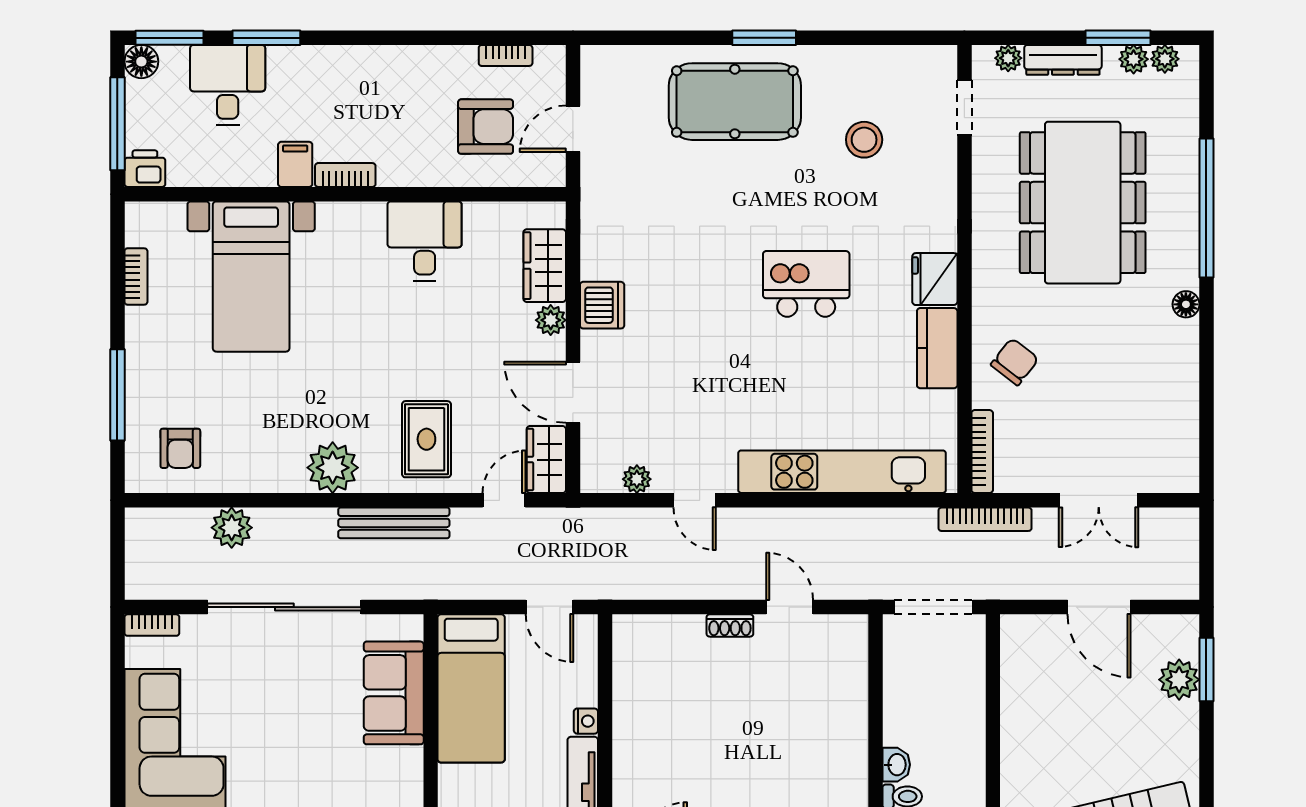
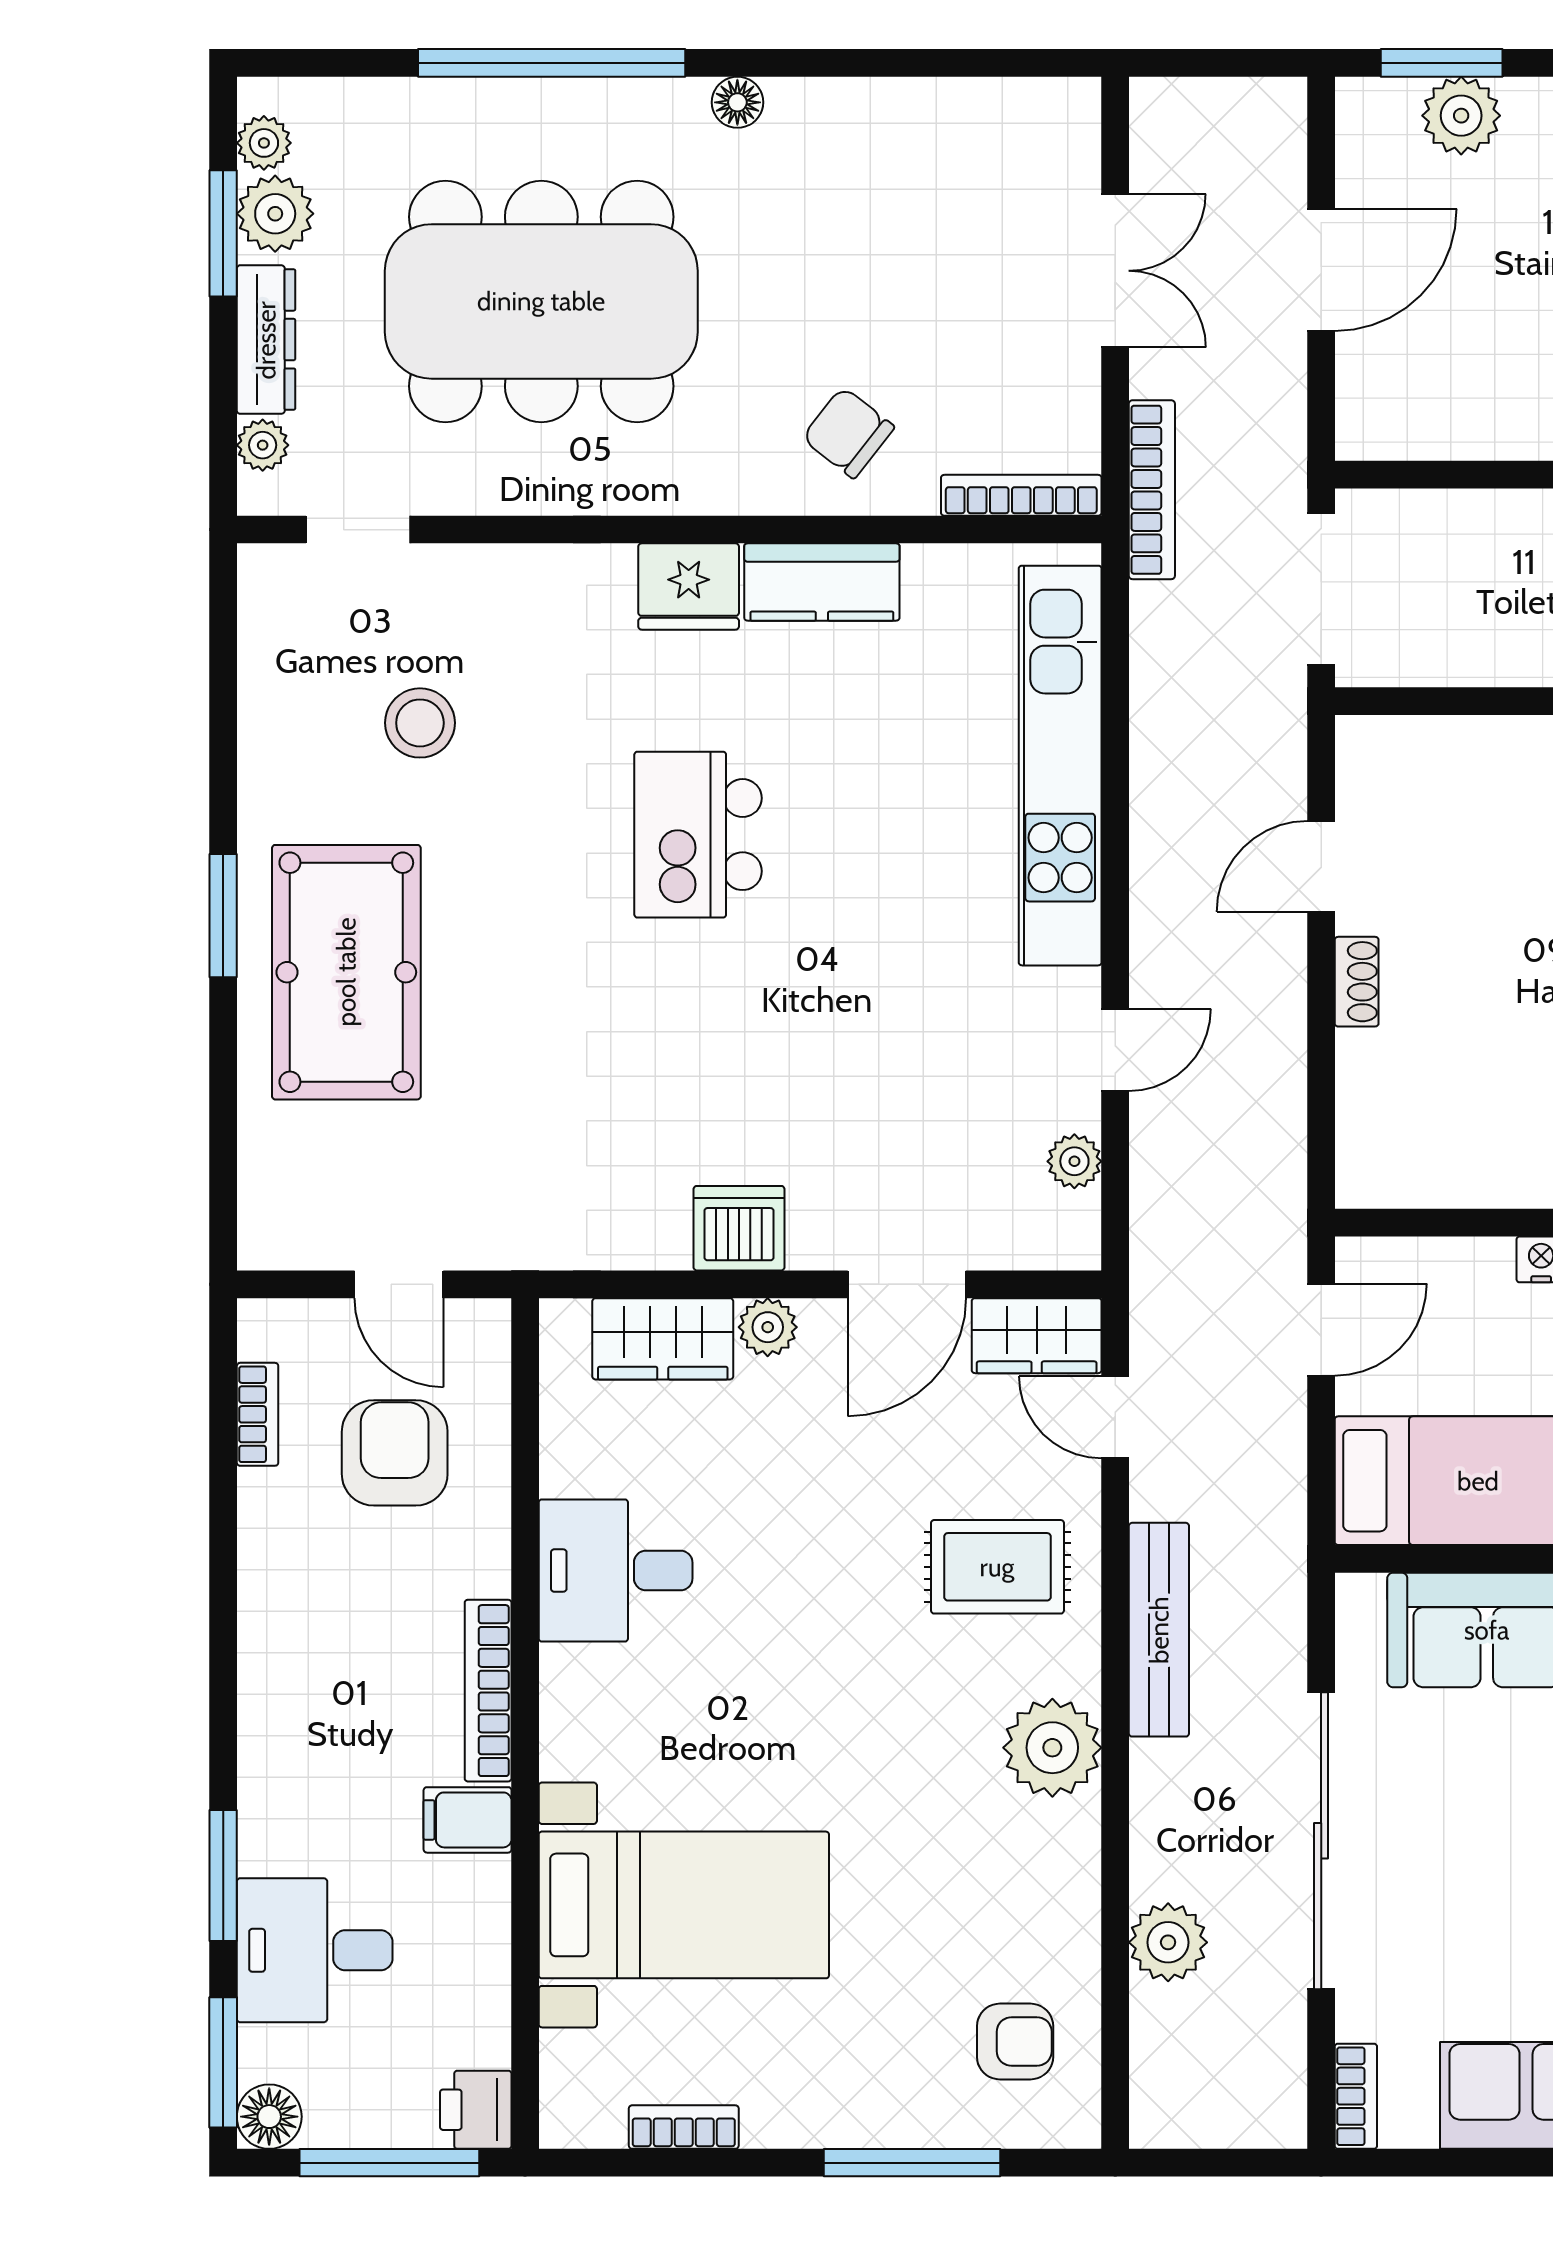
plant: (1134, 59) -> (275, 214), width x1.38, depth x1.38
bookcase: (345, 175) -> (488, 1691), width x1.56

